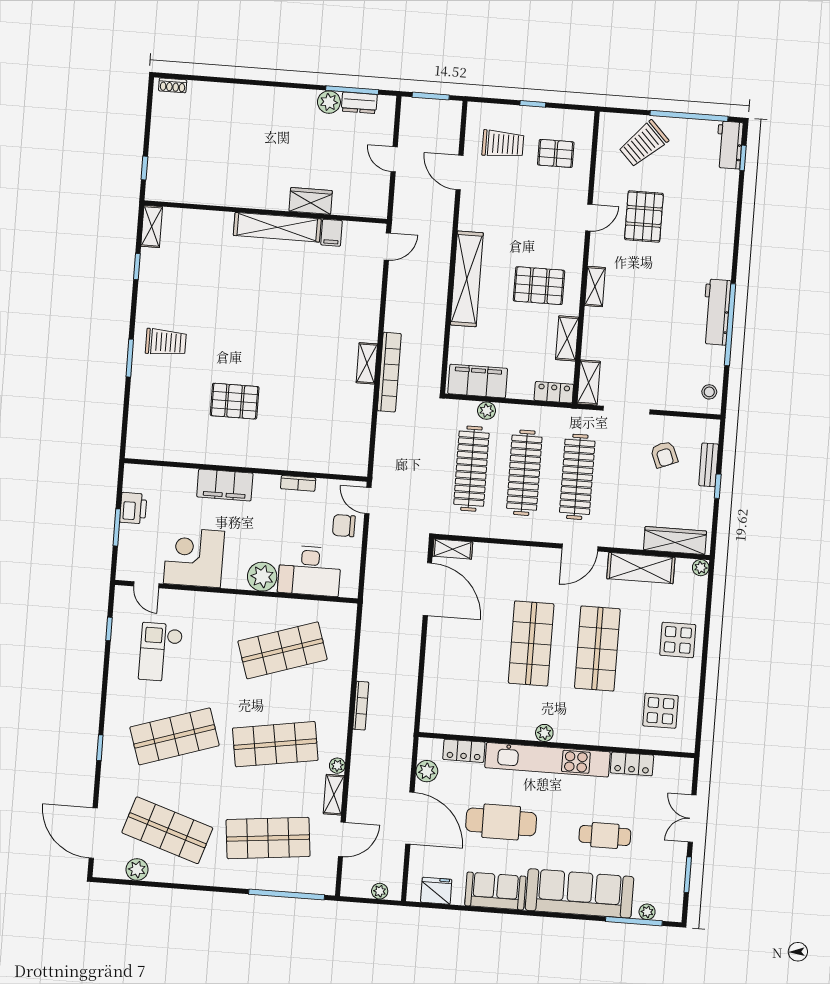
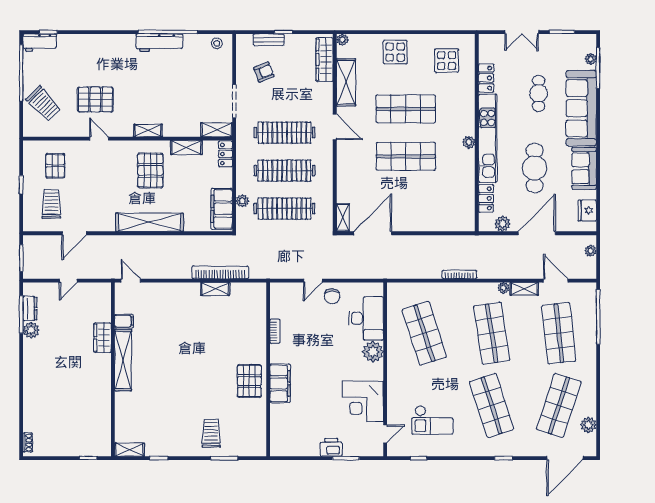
wall: (246, 470) -> (268, 369), moved
bookcase: (298, 483) -> (275, 331), moved
filing cabinet: (225, 485) -> (280, 383), moved

